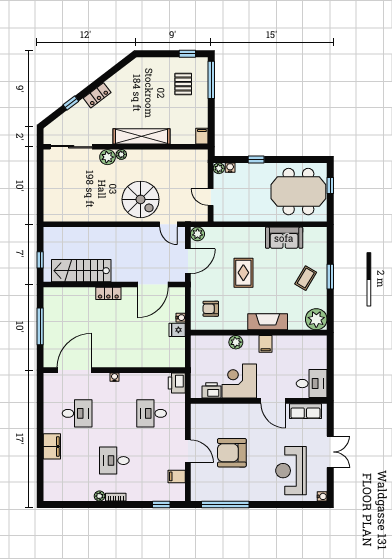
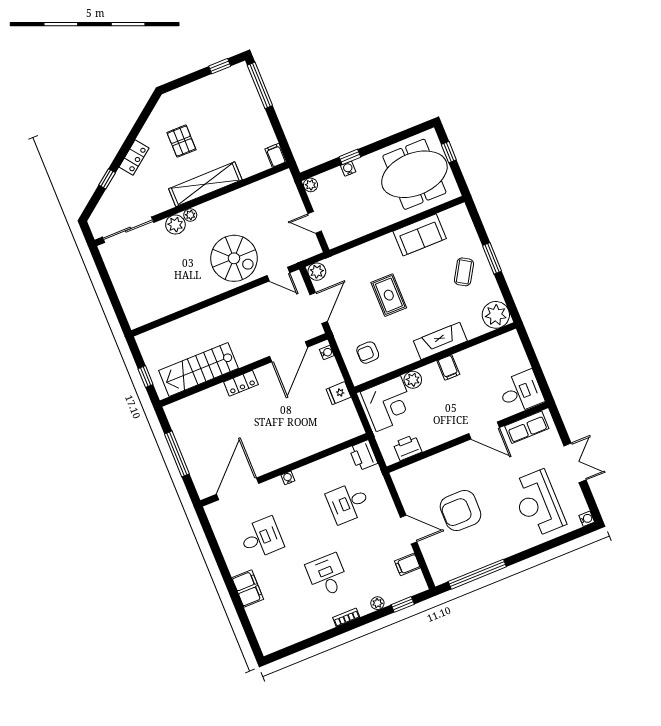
pallet: (183, 84) -> (181, 141), moved
water cooler: (230, 168) -> (348, 169), moved
water cooler: (181, 318) -> (327, 352), moved
corner desk: (239, 381) -> (388, 404), moved, turned 180
desk: (114, 461) -> (327, 575), turned 90
plant: (100, 496) -> (377, 603), moved

